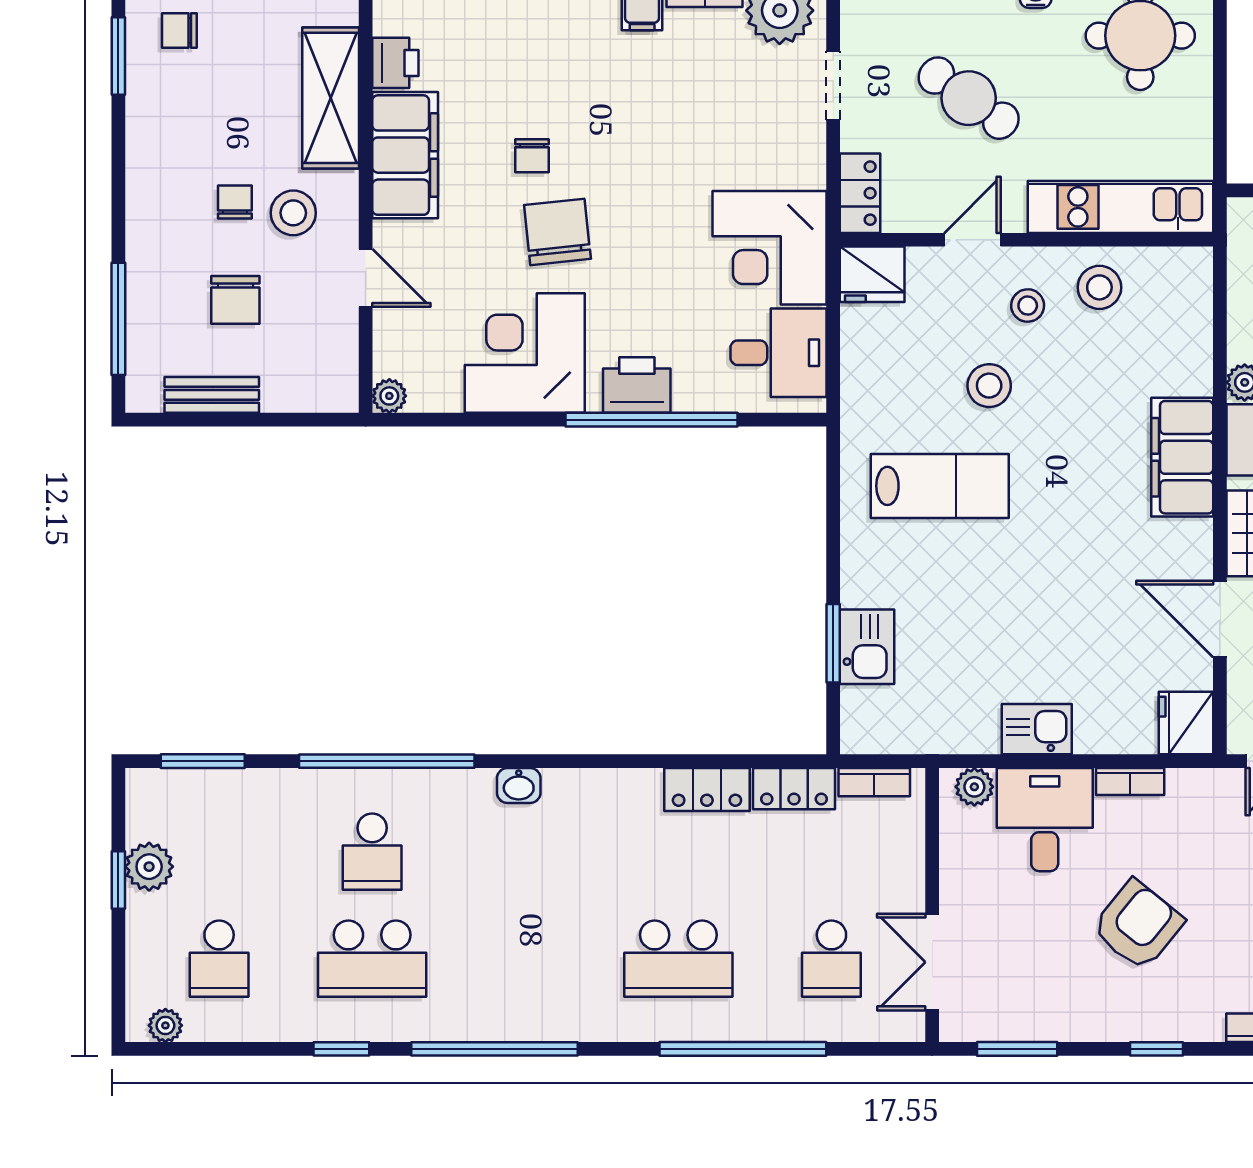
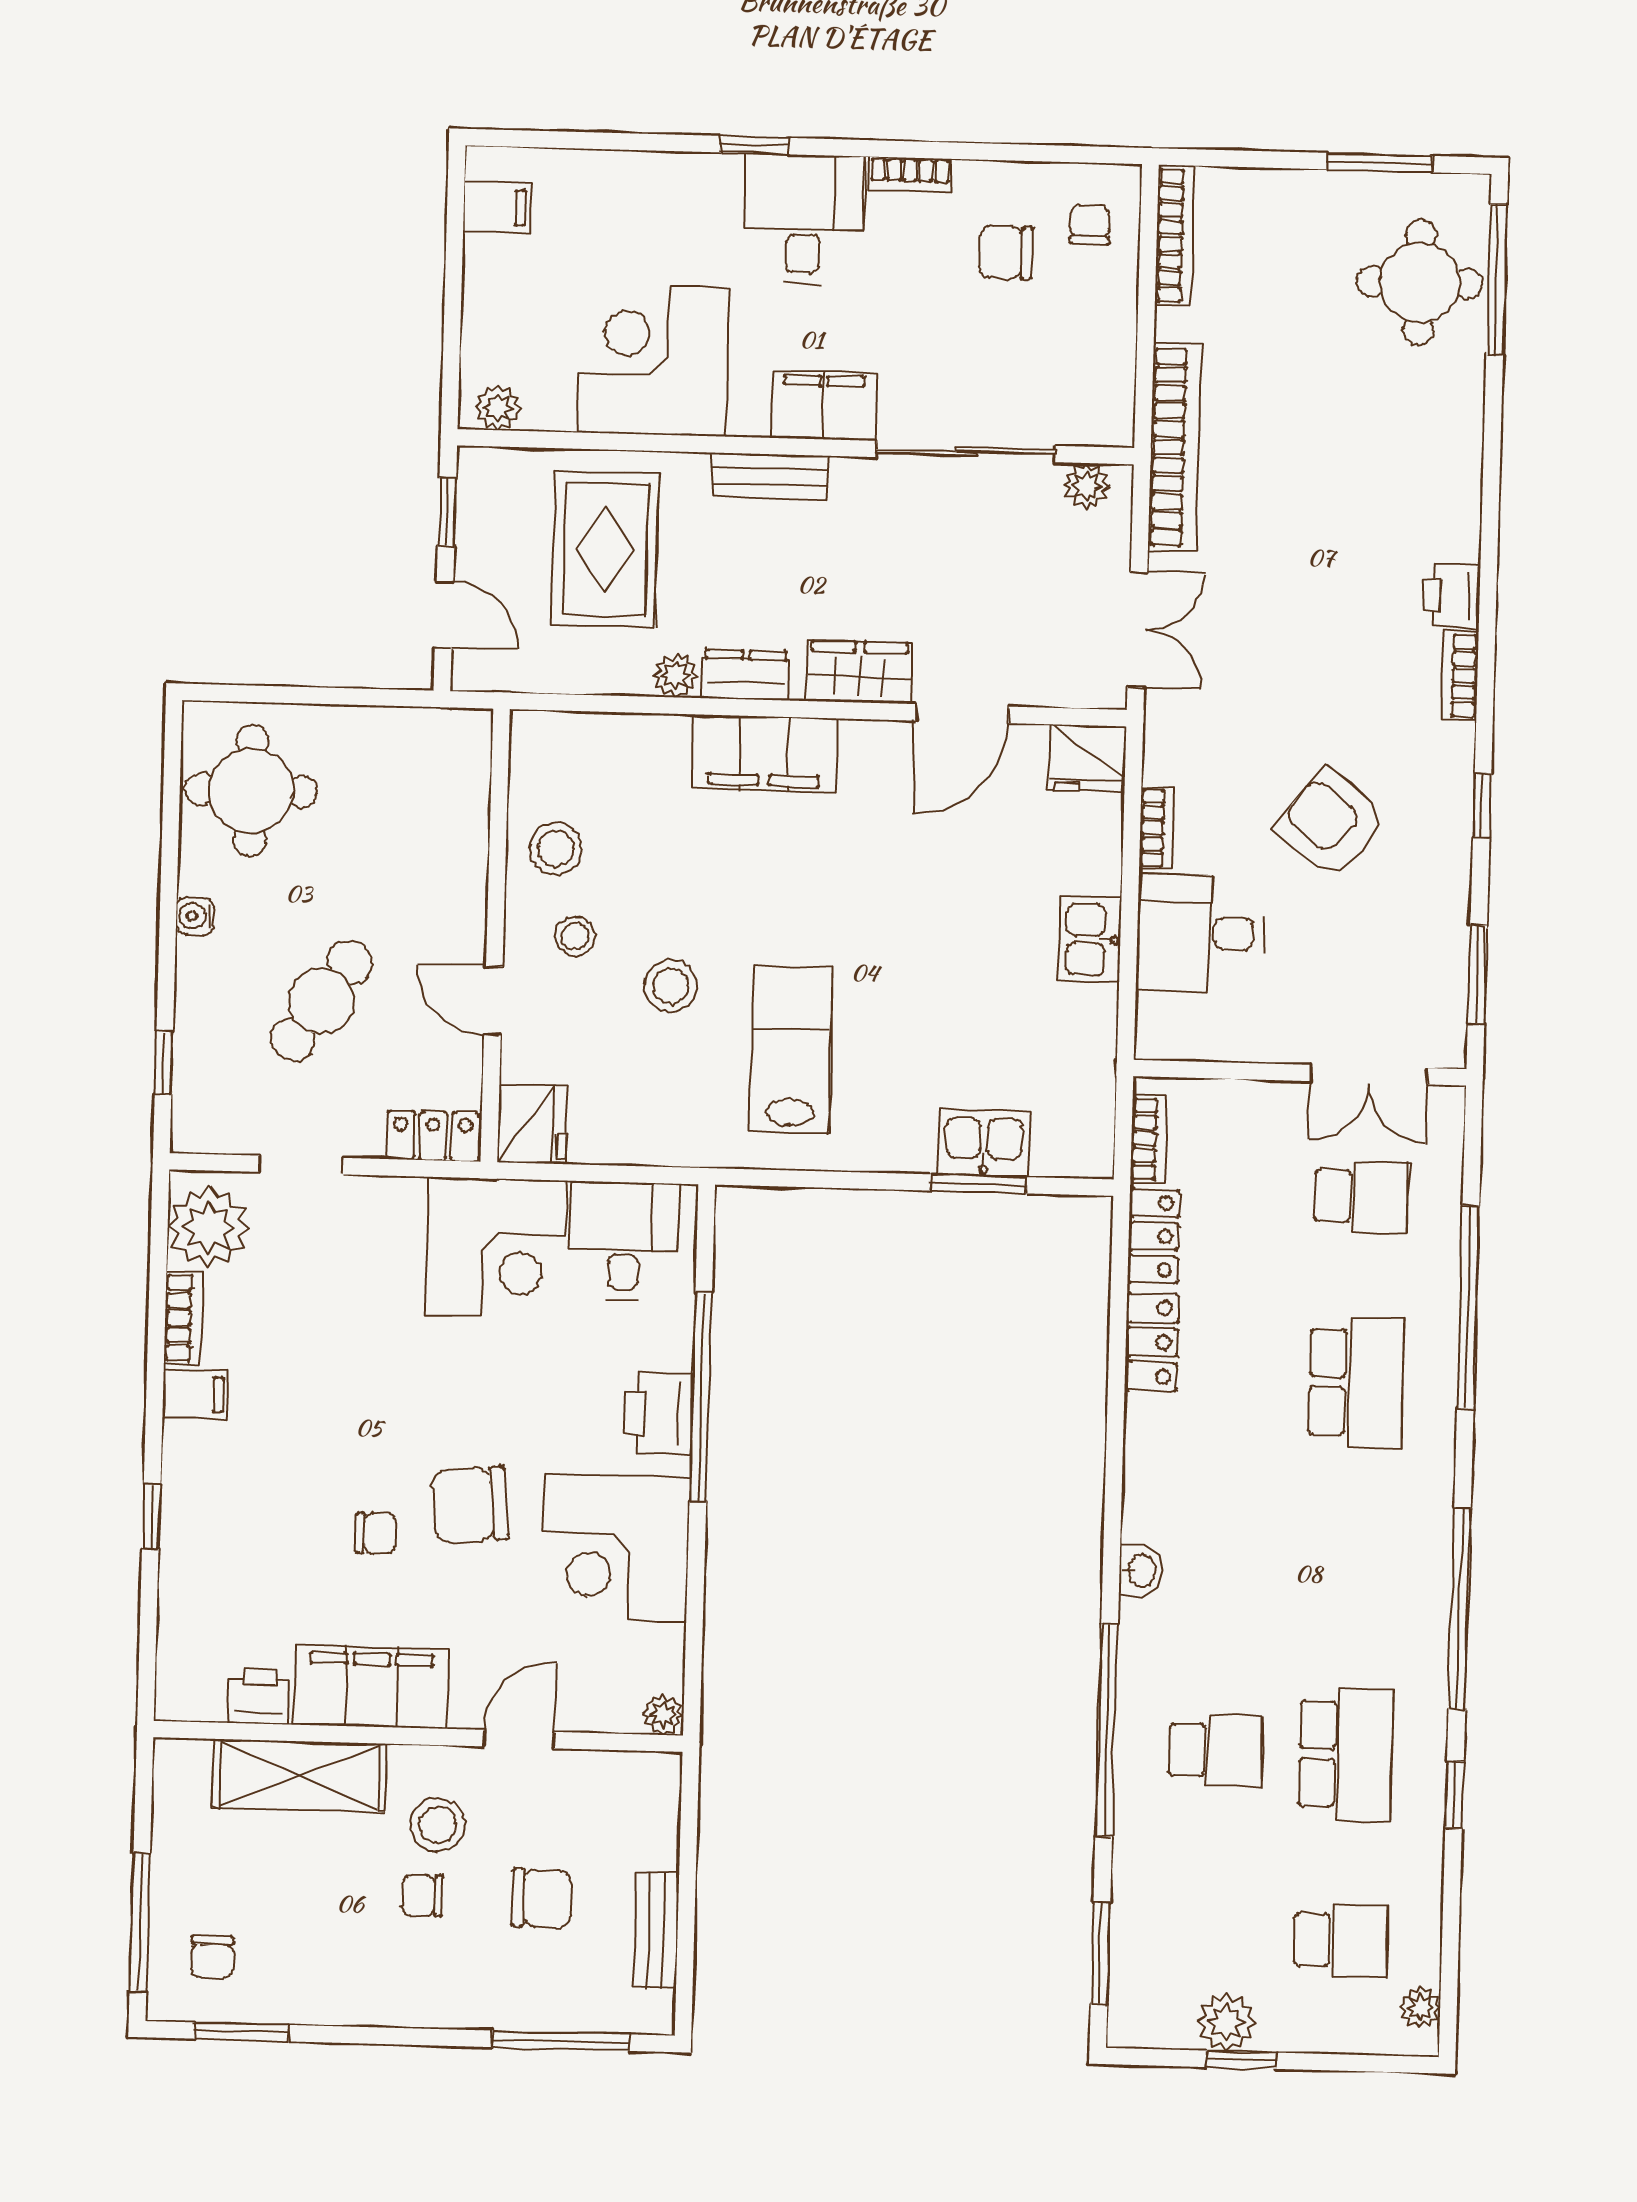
kitchen unit: (1120, 207) -> (458, 820), removed
plant: (974, 787) -> (1158, 1017), removed

